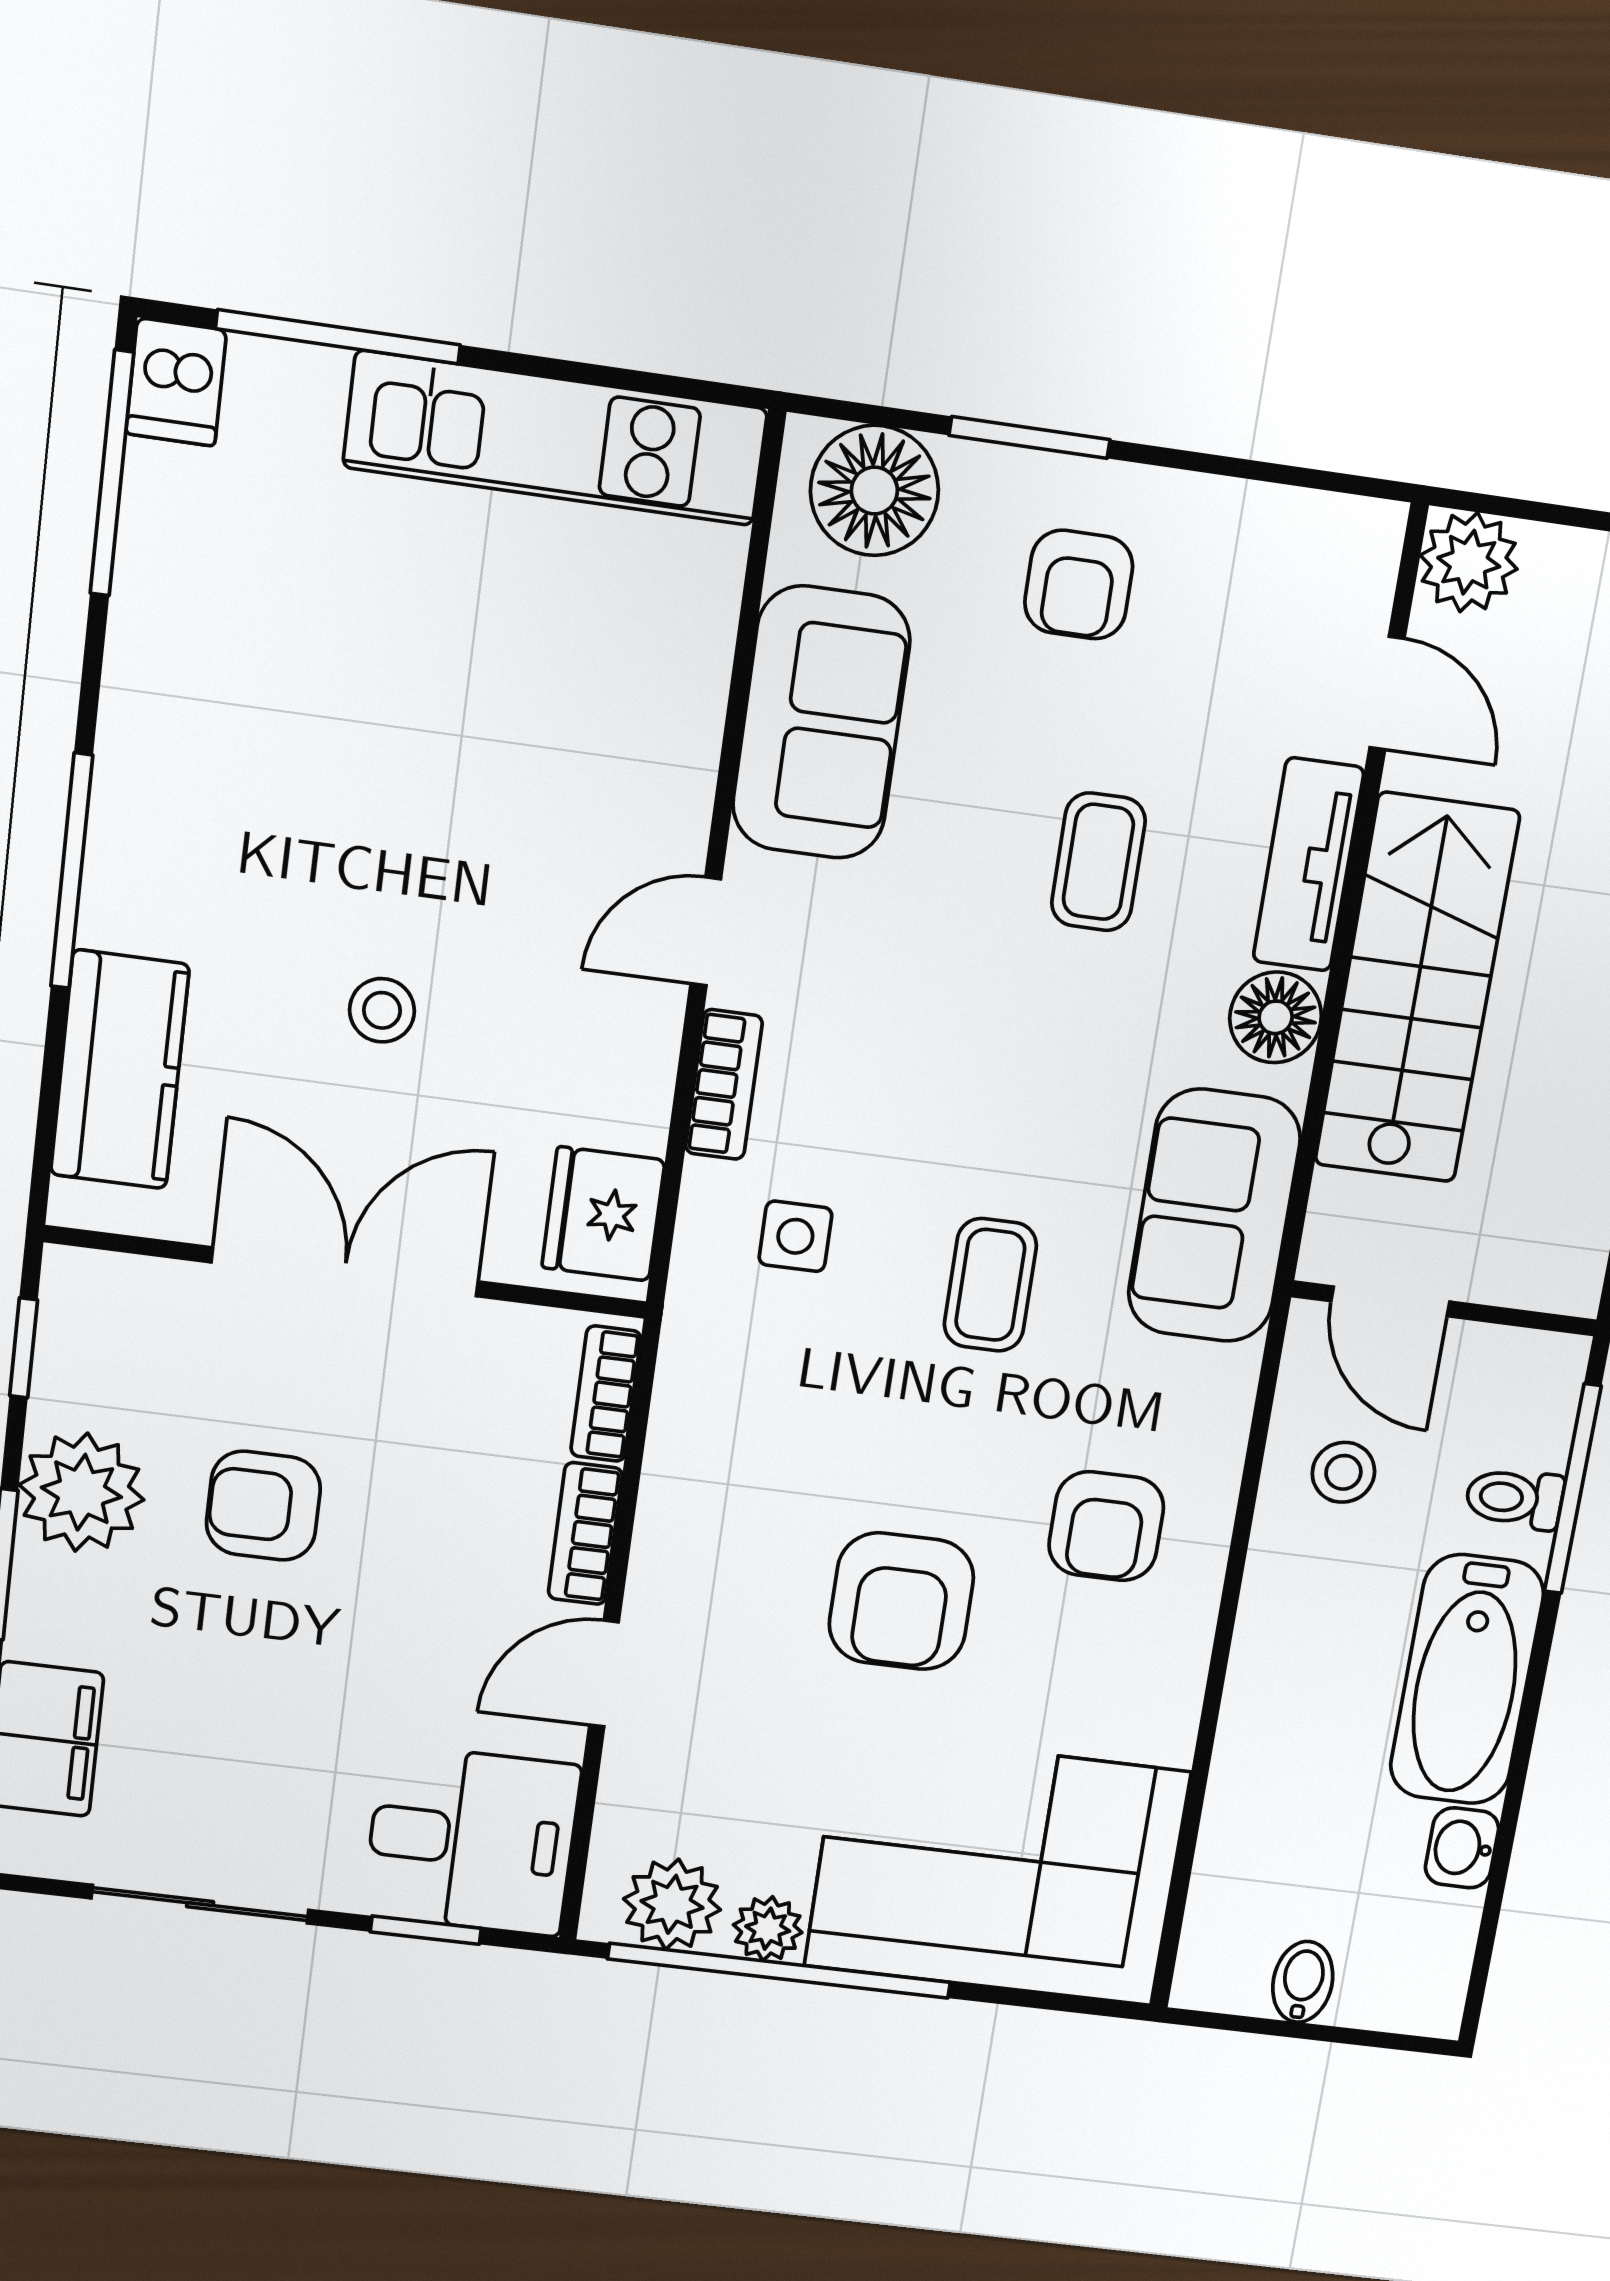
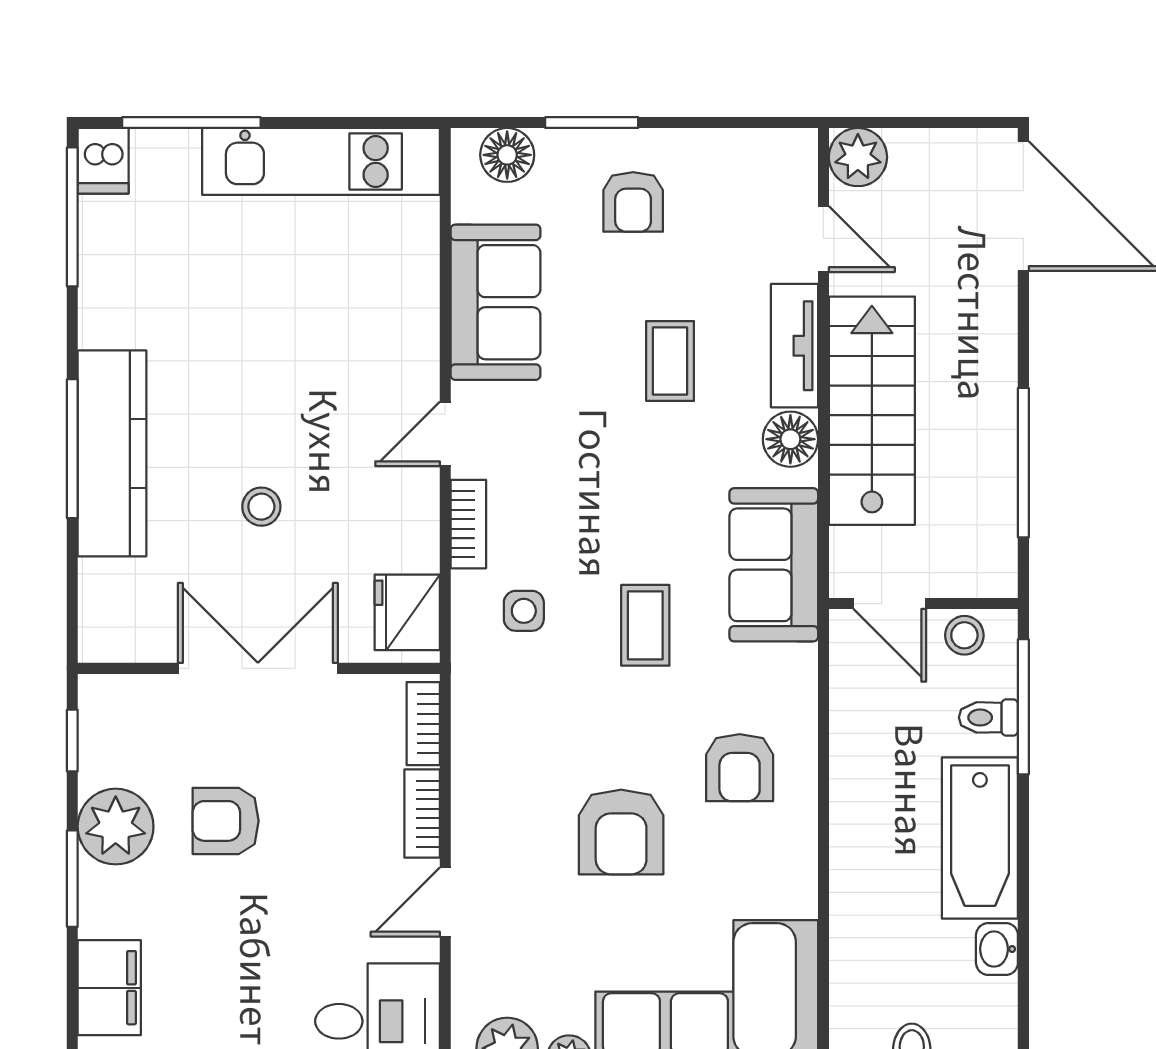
floor lamp: (874, 490) -> (507, 155), width x0.73, depth x0.73
kitchen counter: (120, 1070) -> (112, 453), moved, width x1.50
stool: (1343, 1472) -> (964, 635), moved

